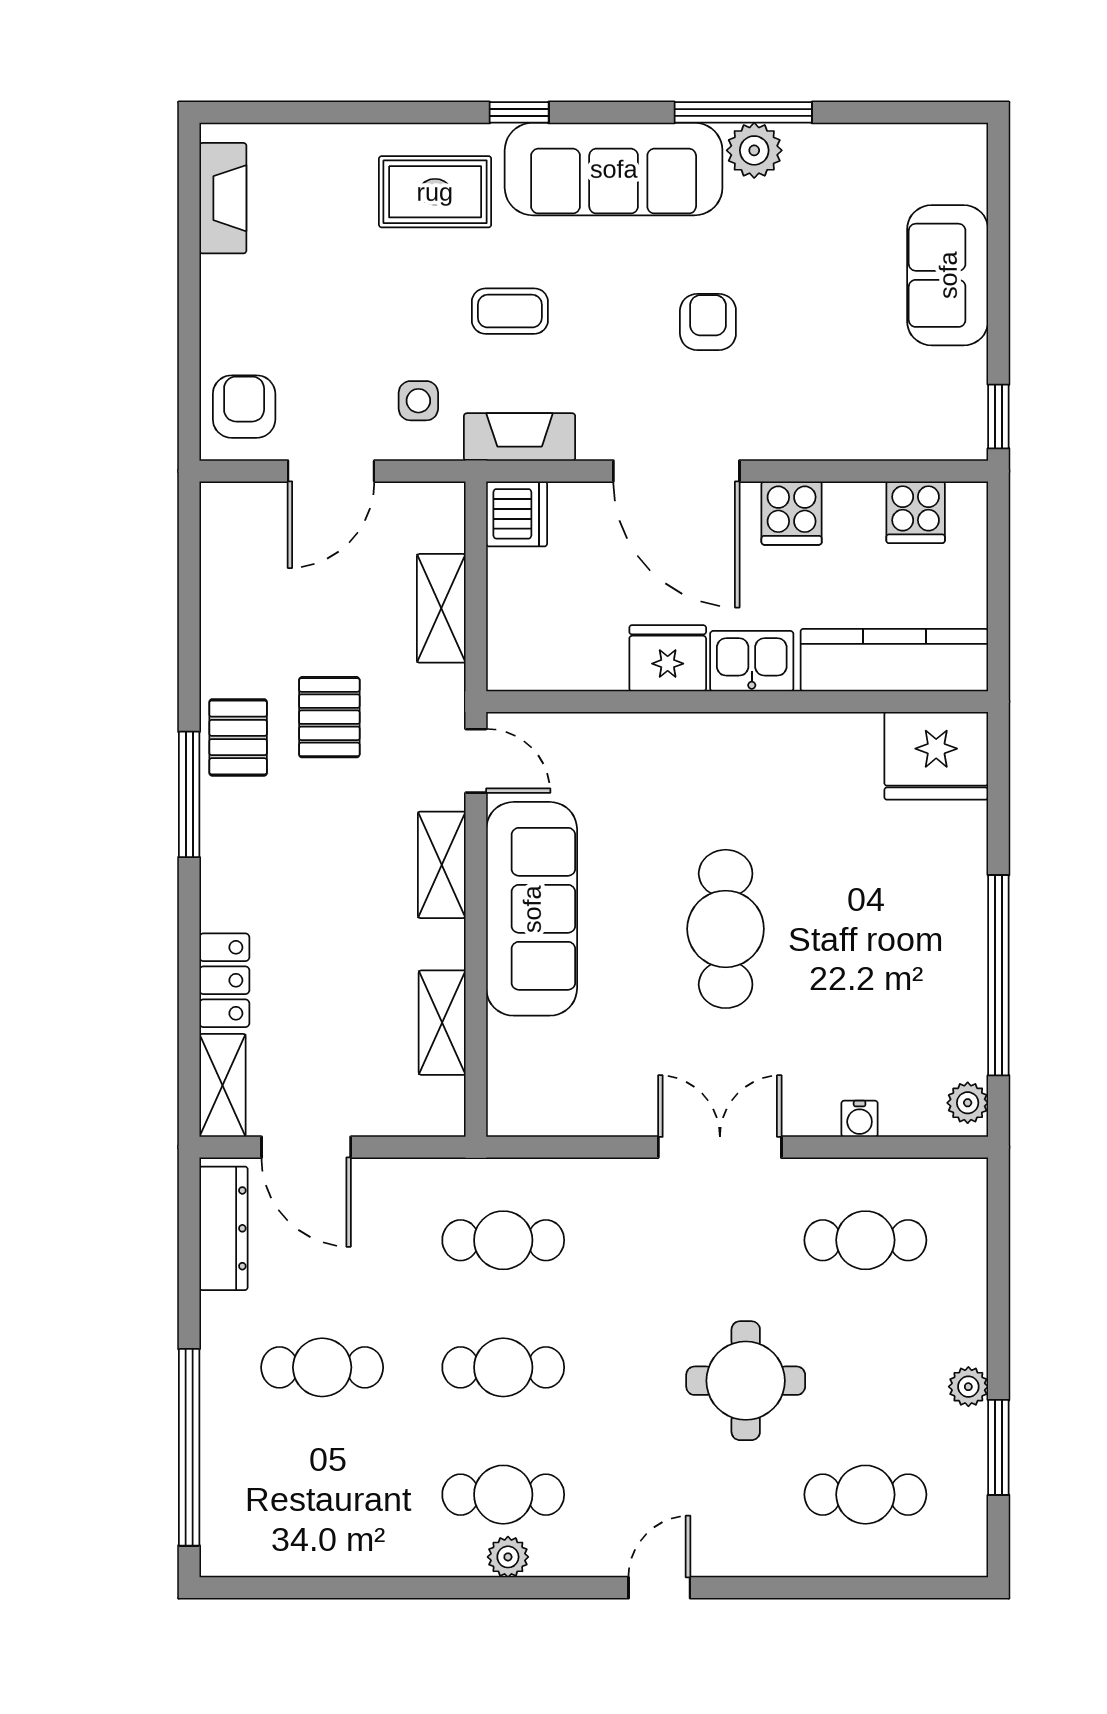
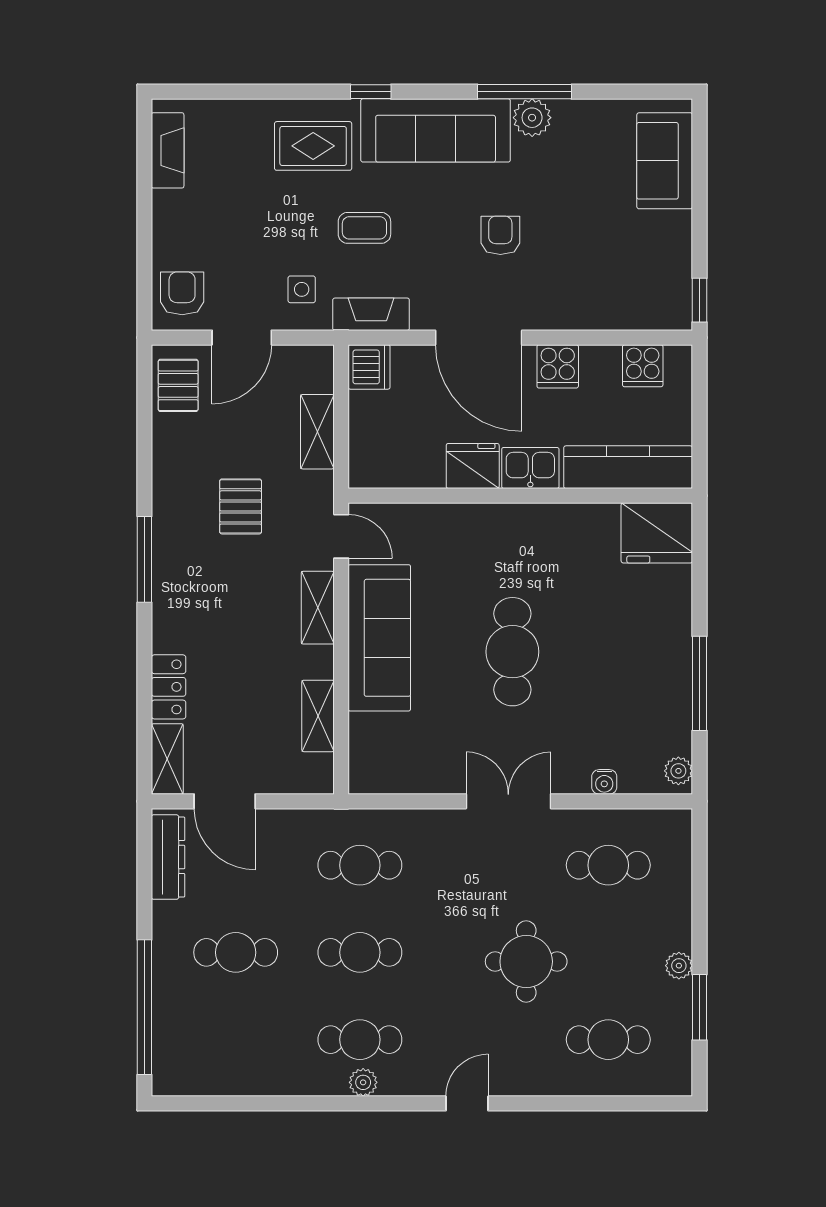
sofa: (948, 275) -> (665, 161), moved
pallet: (238, 737) -> (178, 385), moved
window: (998, 975) -> (700, 683), width x0.68

